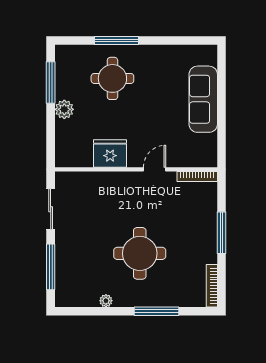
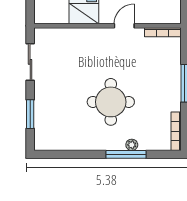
window: (51, 267) -> (30, 114), width x0.69
plant: (106, 301) -> (132, 145), moved

